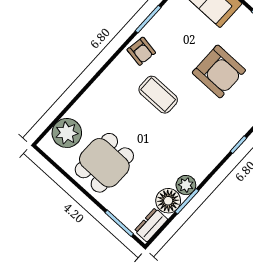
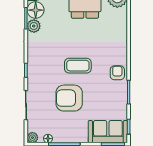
armchair: (141, 51) -> (117, 73), turned 81
coffee table: (158, 95) -> (78, 66), moved

